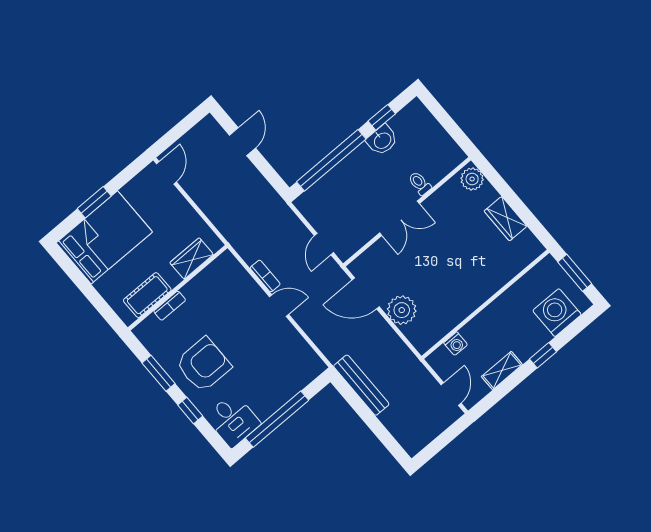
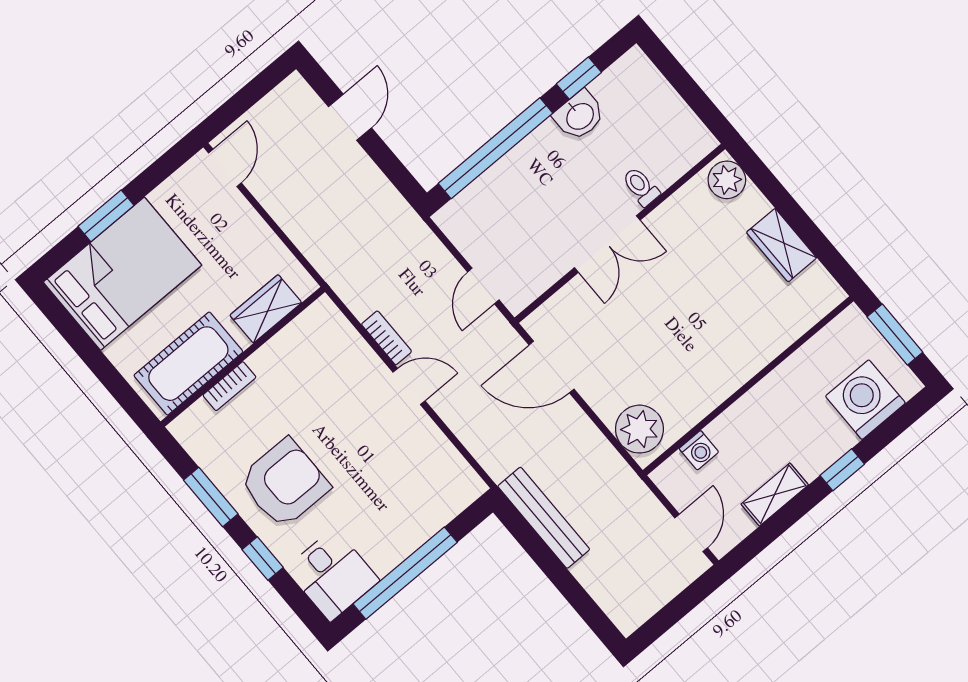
cot: (147, 295) -> (188, 364), width x1.37, depth x1.34
plant: (402, 310) -> (639, 429), moved

